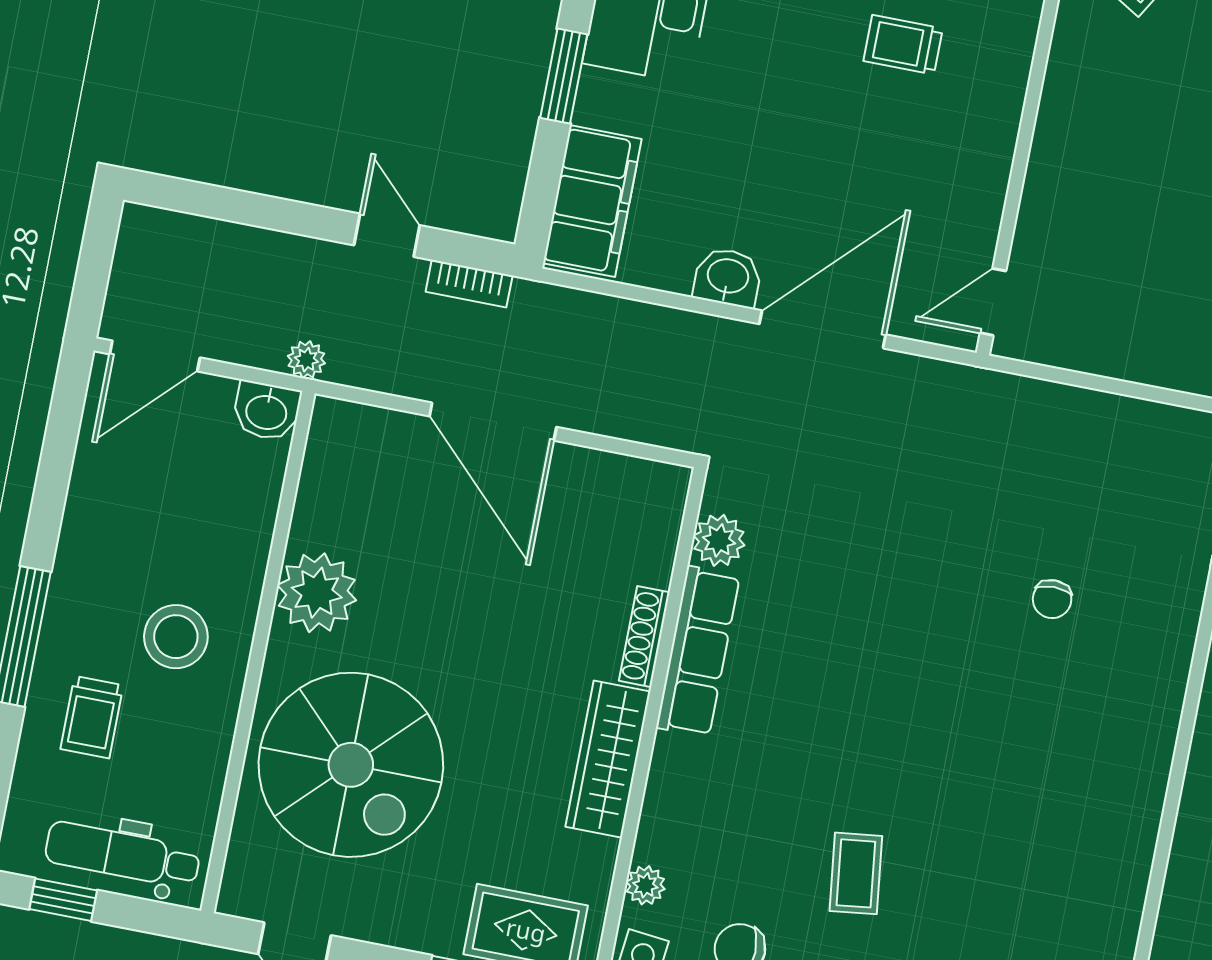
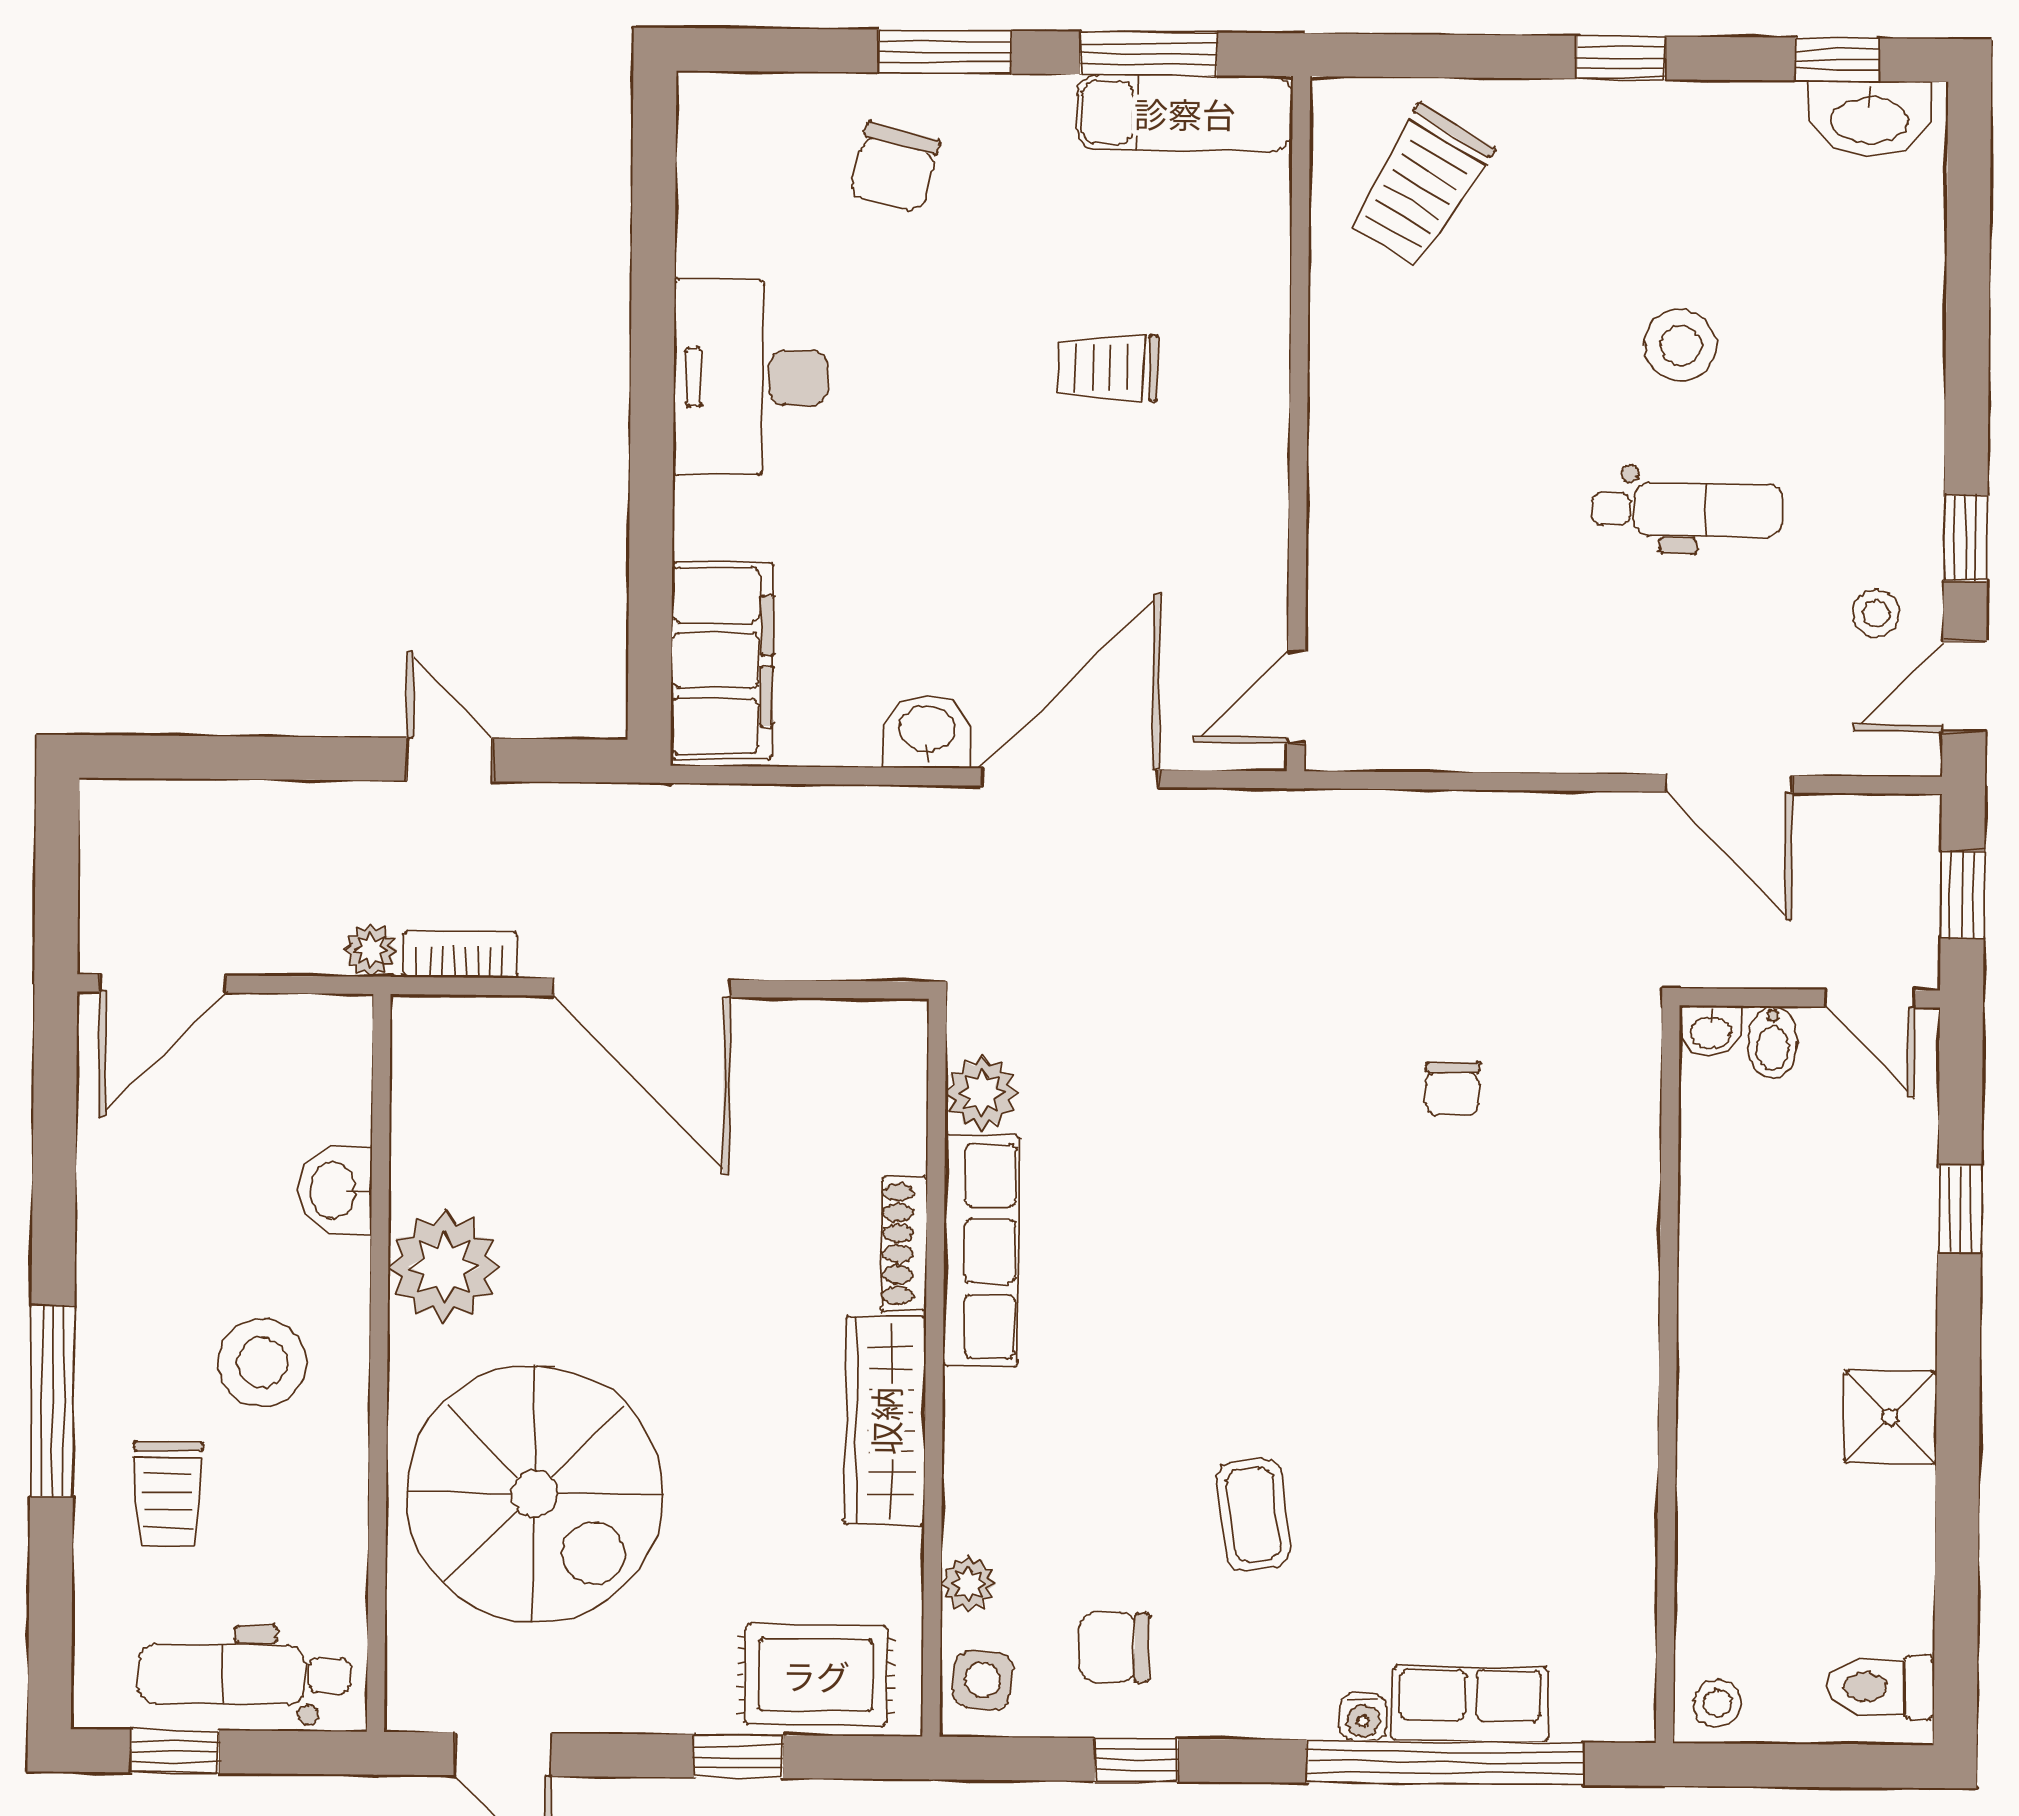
window: (564, 76) -> (651, 497), removed
bookcase: (469, 284) -> (460, 955), moved, turned 180
washbasin: (267, 411) -> (335, 1190), moved, turned 90

